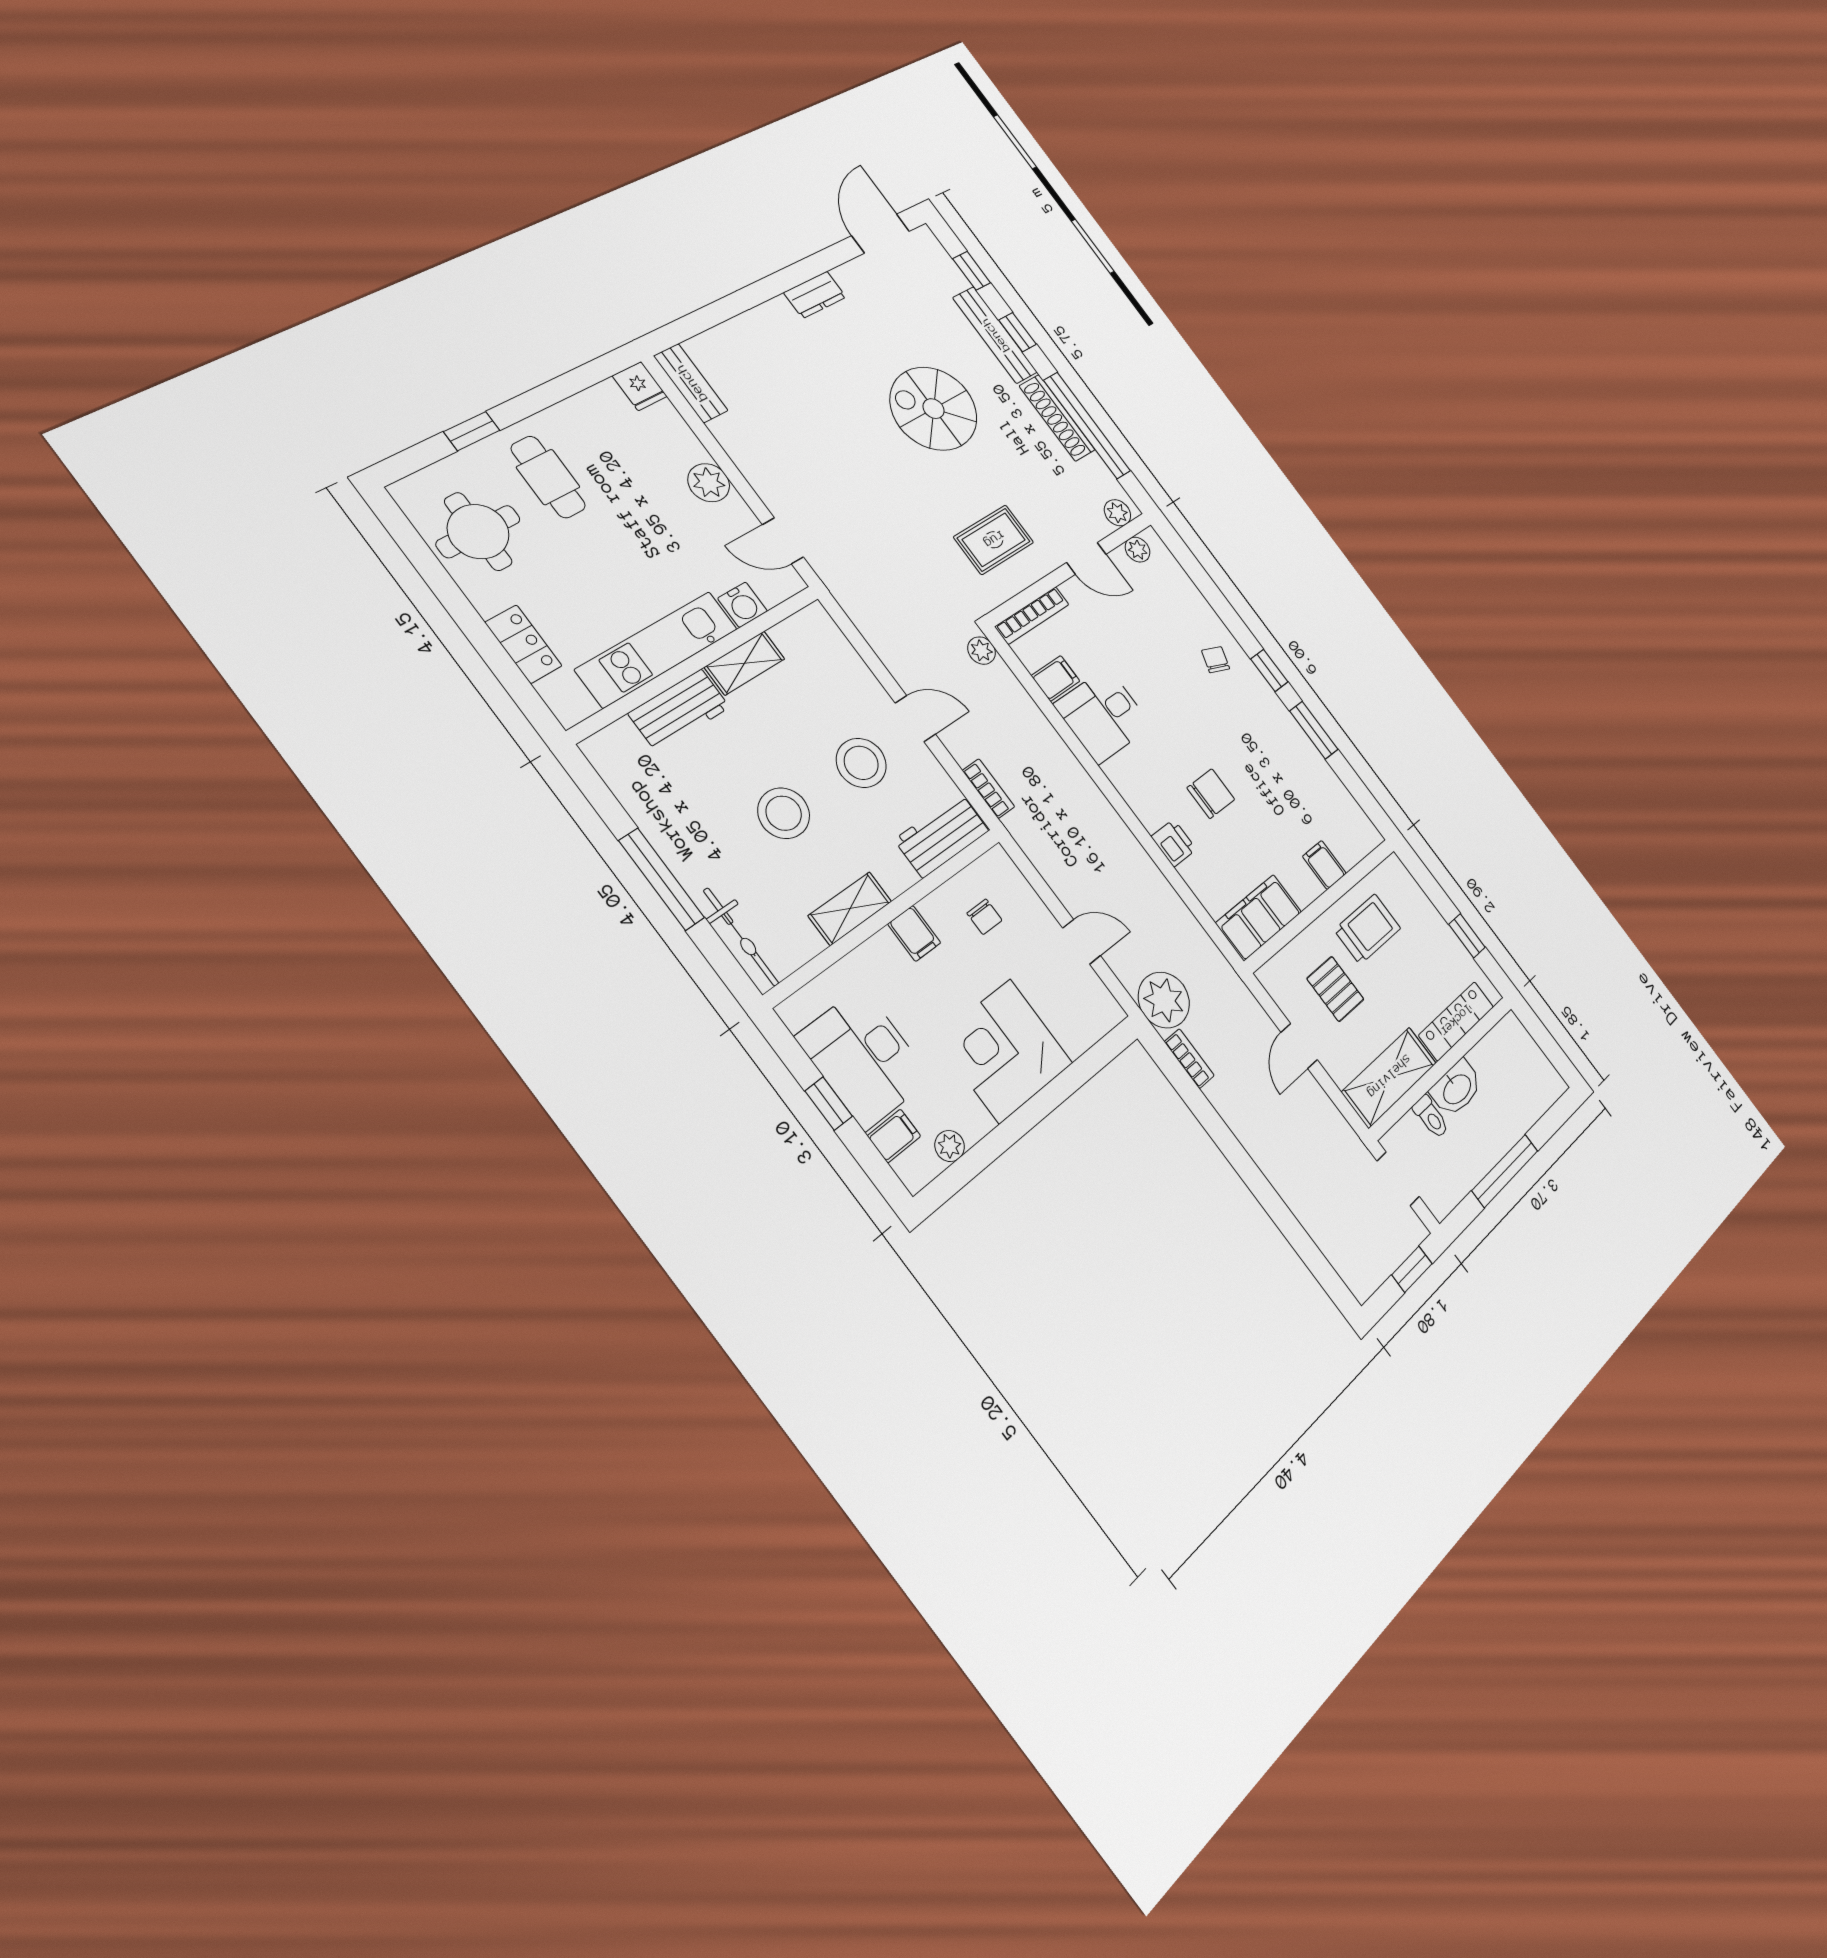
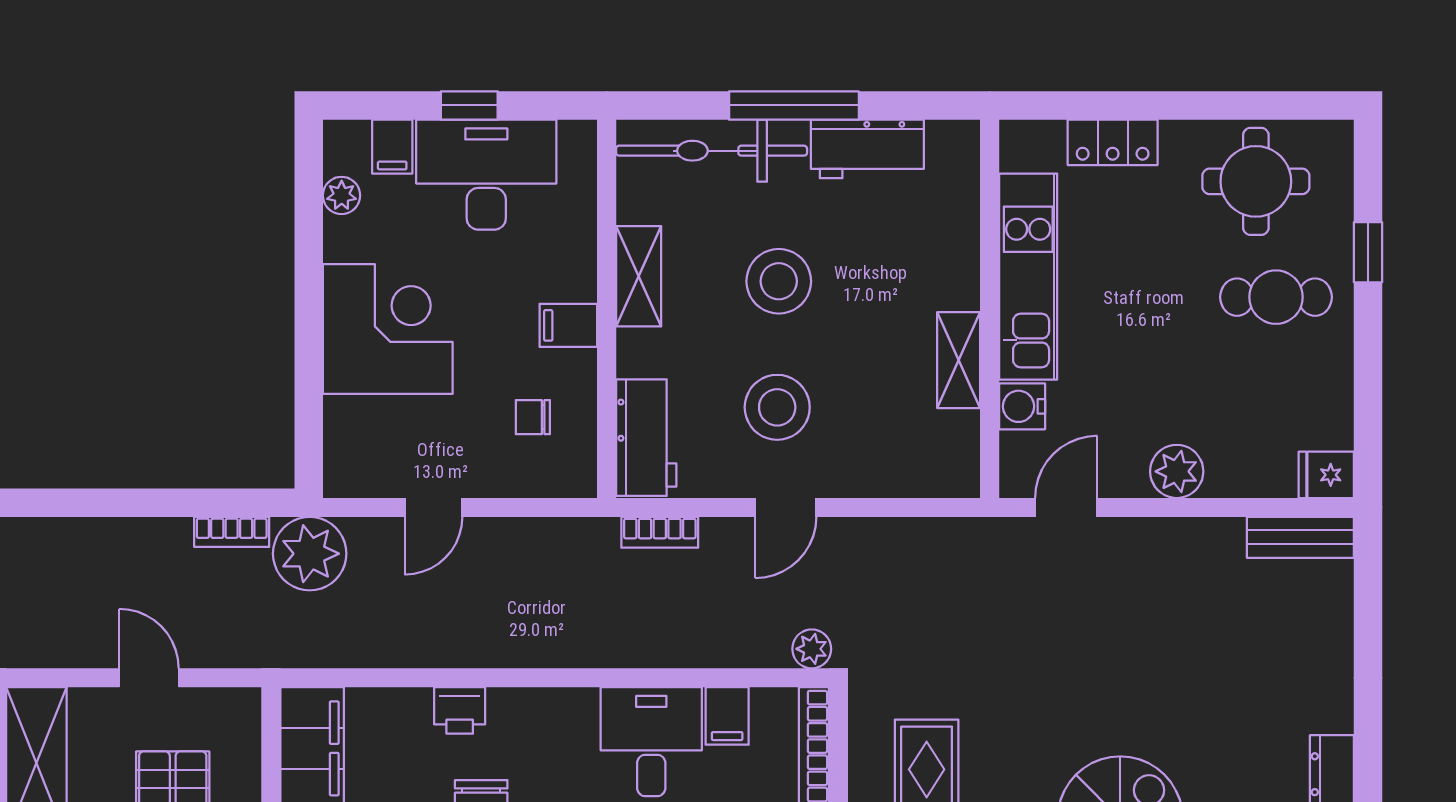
workbench: (679, 710) -> (867, 149), moved, turned -90
bicycle: (741, 937) -> (712, 151), width x1.37, depth x1.40

